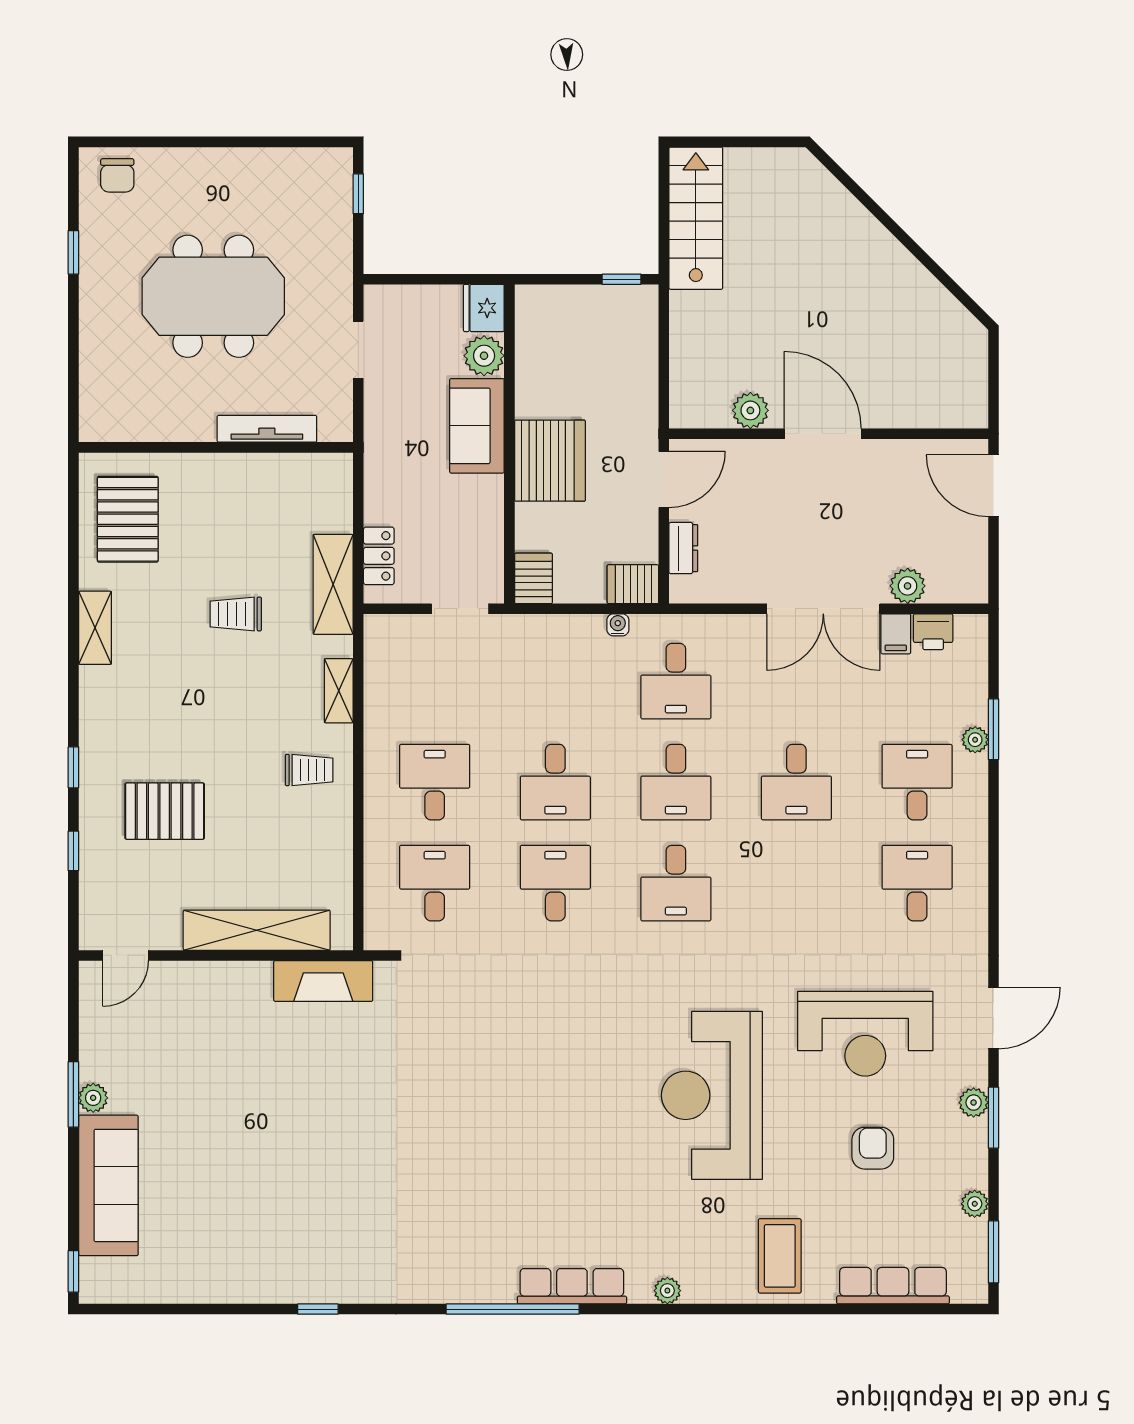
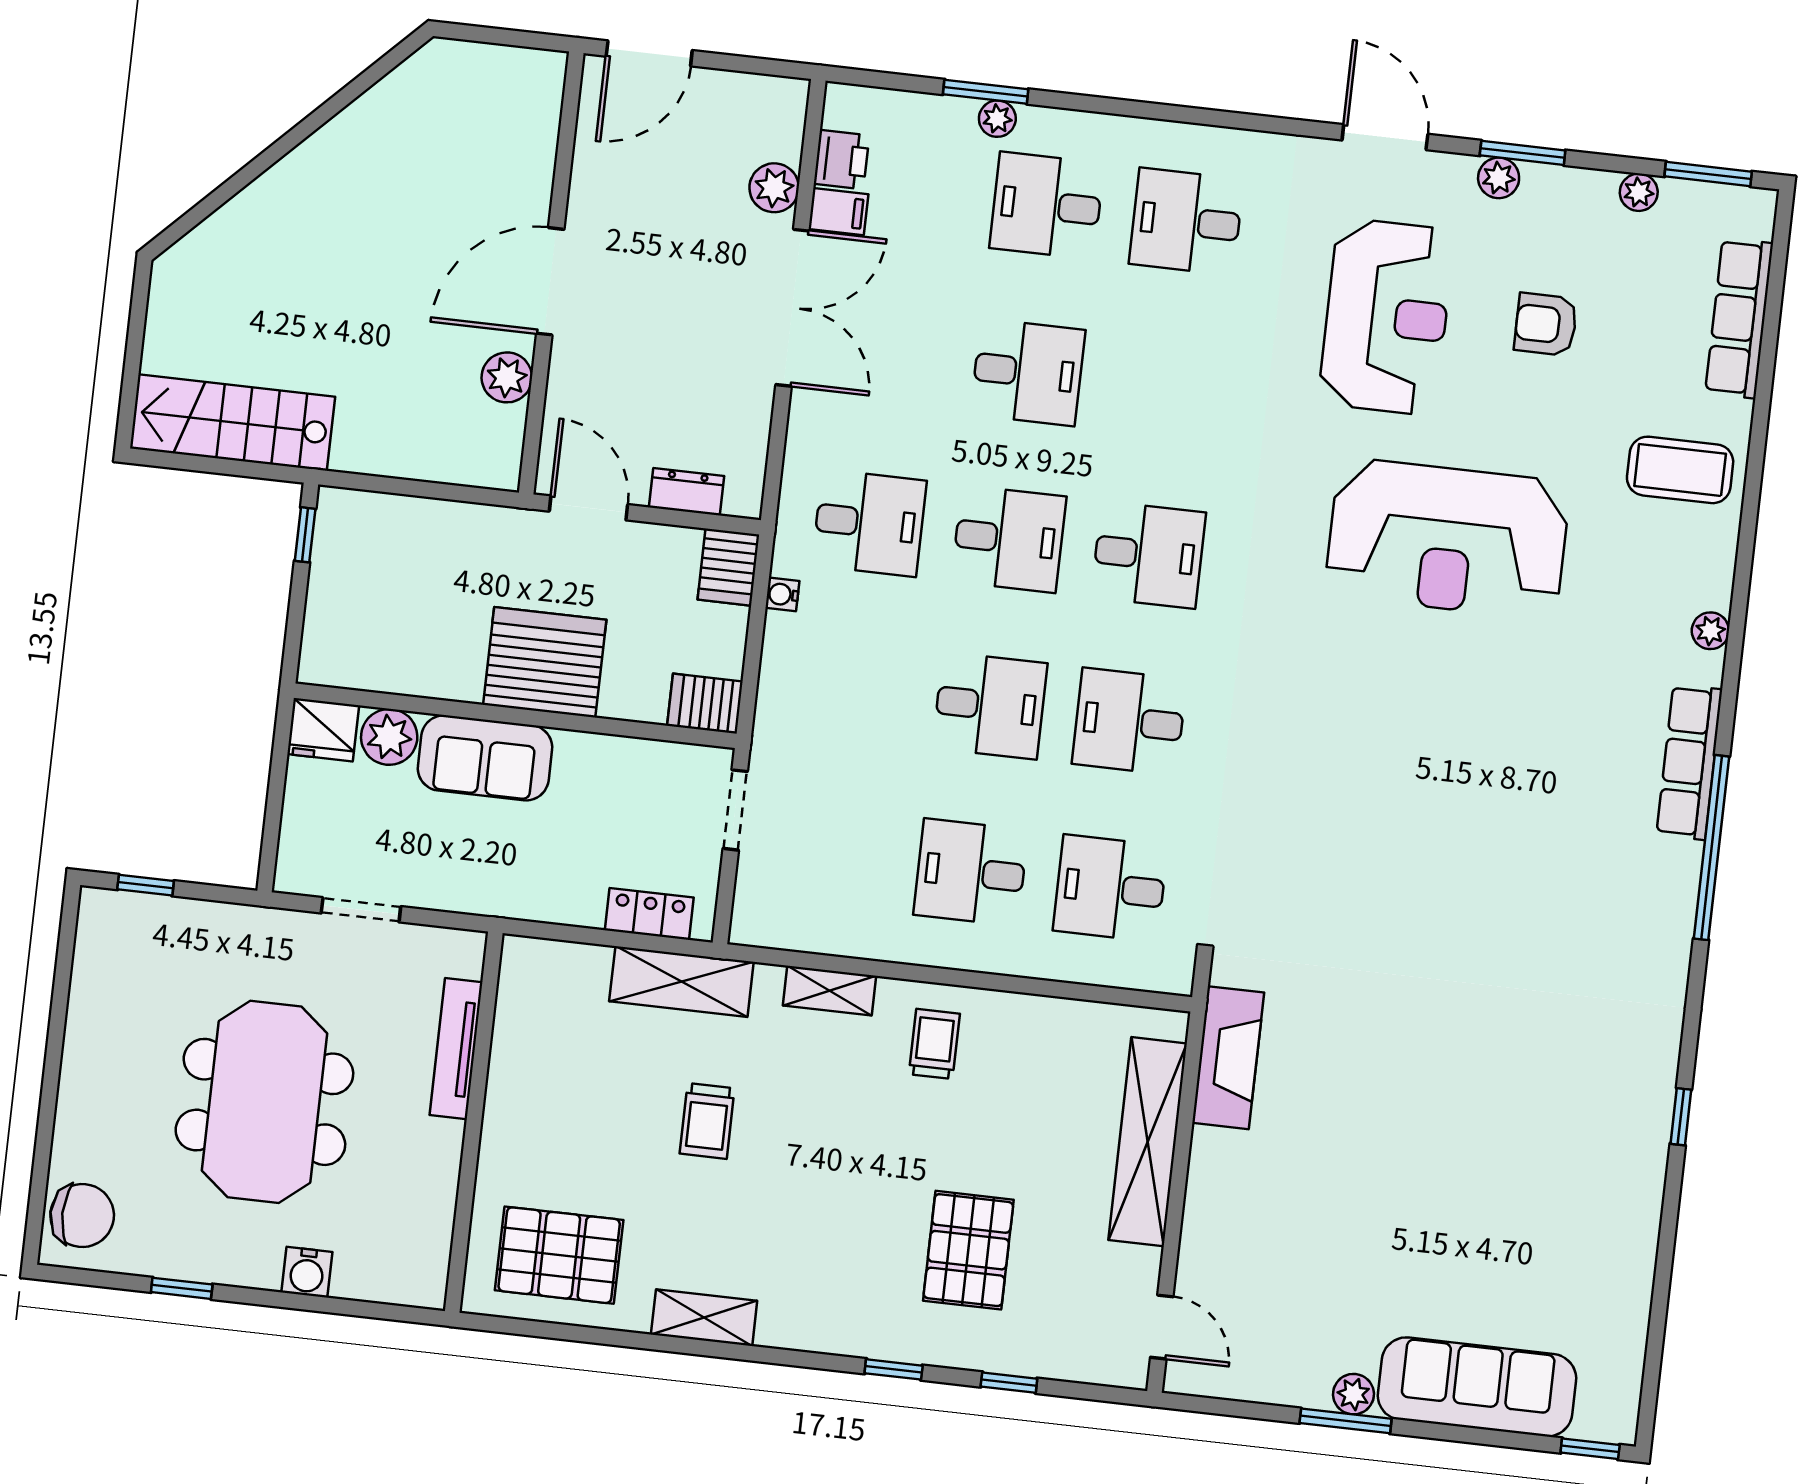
chair: (117, 175) -> (82, 1216), width x1.37, depth x1.37
water cooler: (95, 340) -> (307, 1272), added

